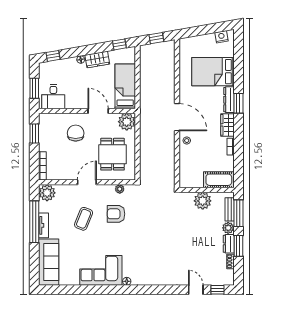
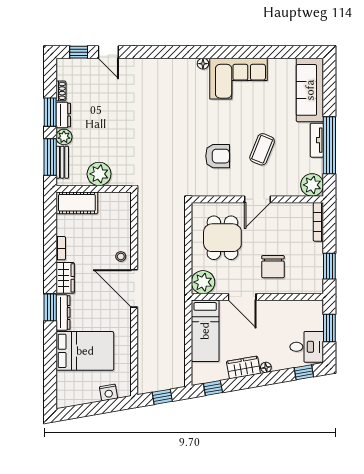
nightstand: (221, 37) -> (109, 392), moved
desk: (53, 97) -> (307, 347), moved, turned 90
plant: (120, 189) -> (213, 190), removed

